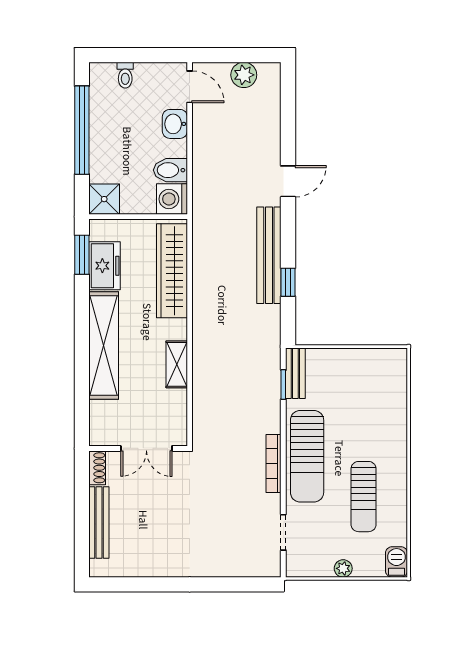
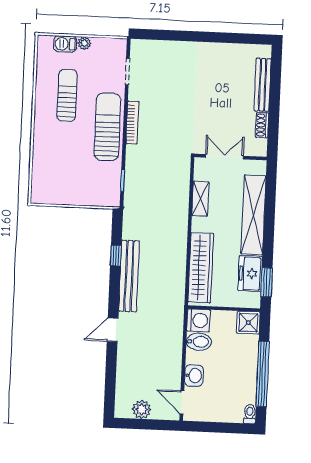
toilet: (125, 75) -> (250, 414), moved
bench: (295, 373) -> (113, 188), removed
wall: (138, 448) -> (231, 157), moved
double door: (146, 448) -> (224, 157), moved
barbecue: (397, 562) -> (65, 44), moved, turned 90

